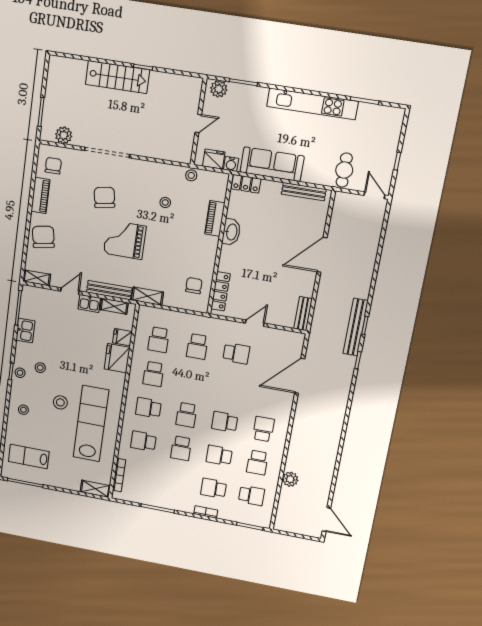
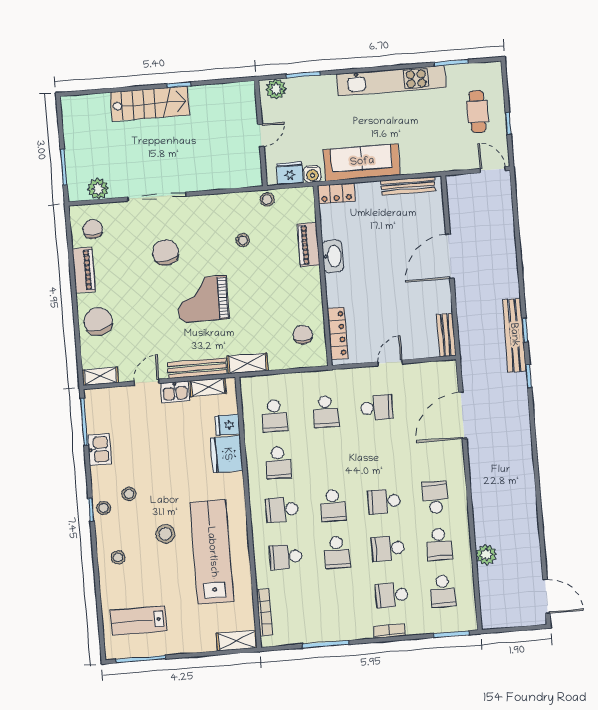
cafe table: (344, 170) -> (477, 112), moved
school desk: (252, 495) -> (443, 591), turned 90

